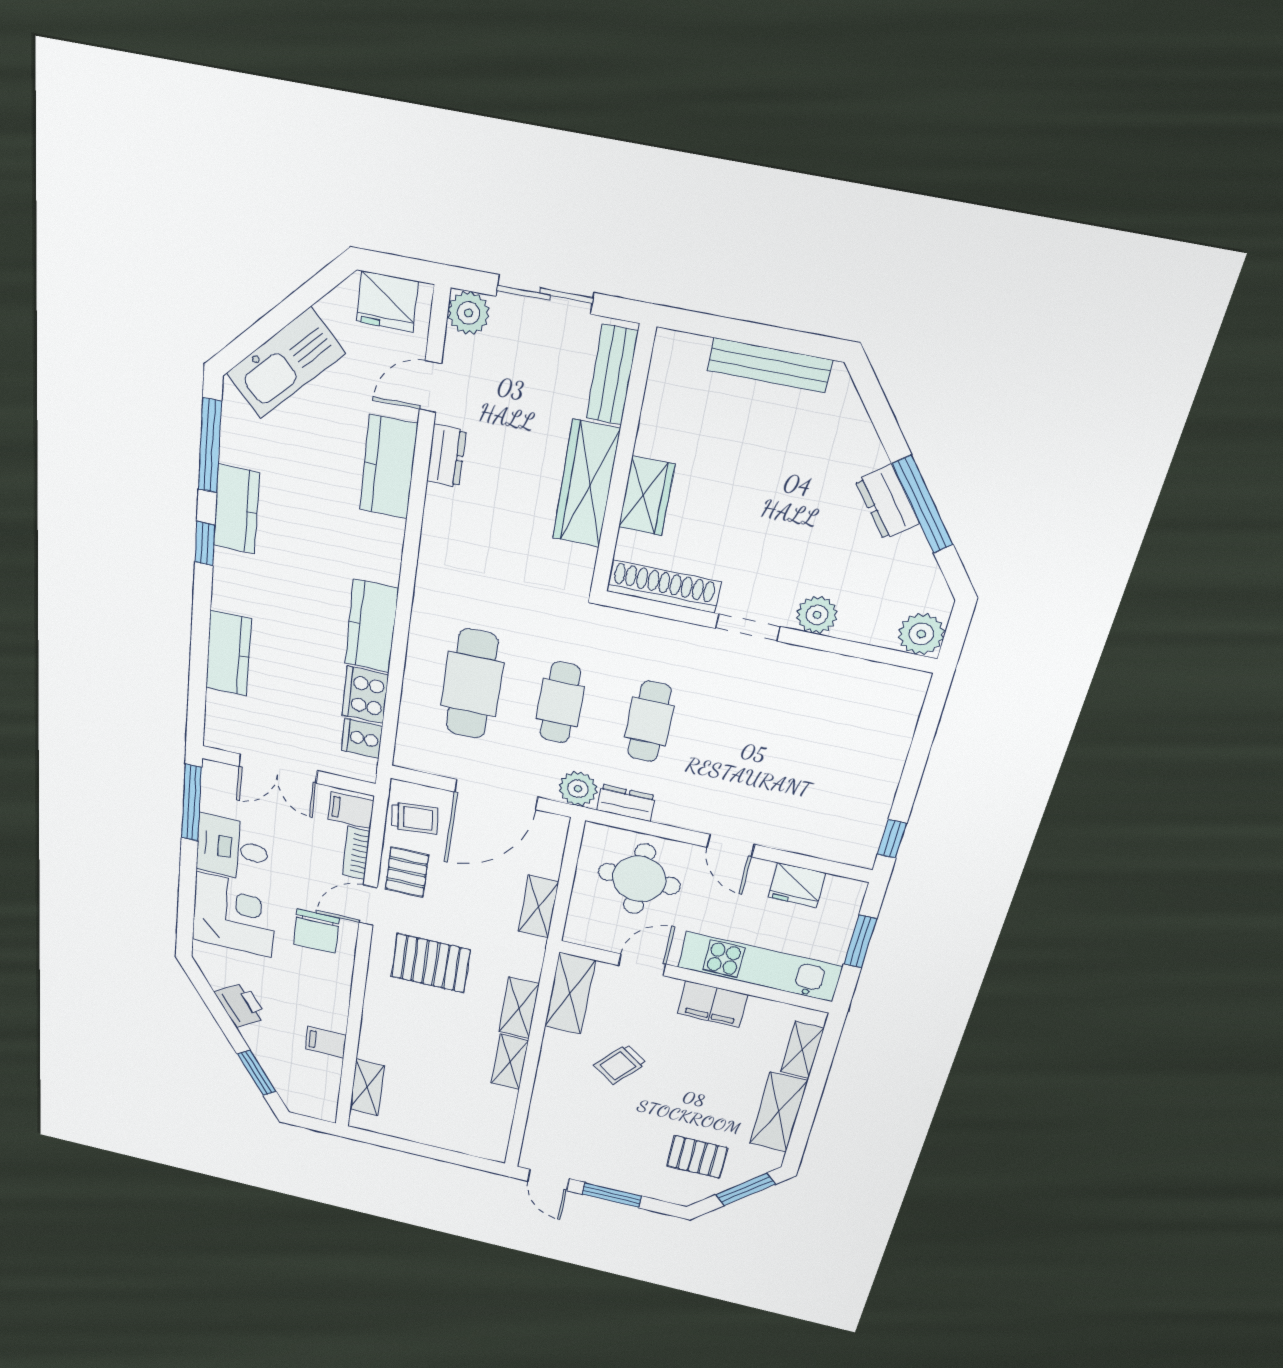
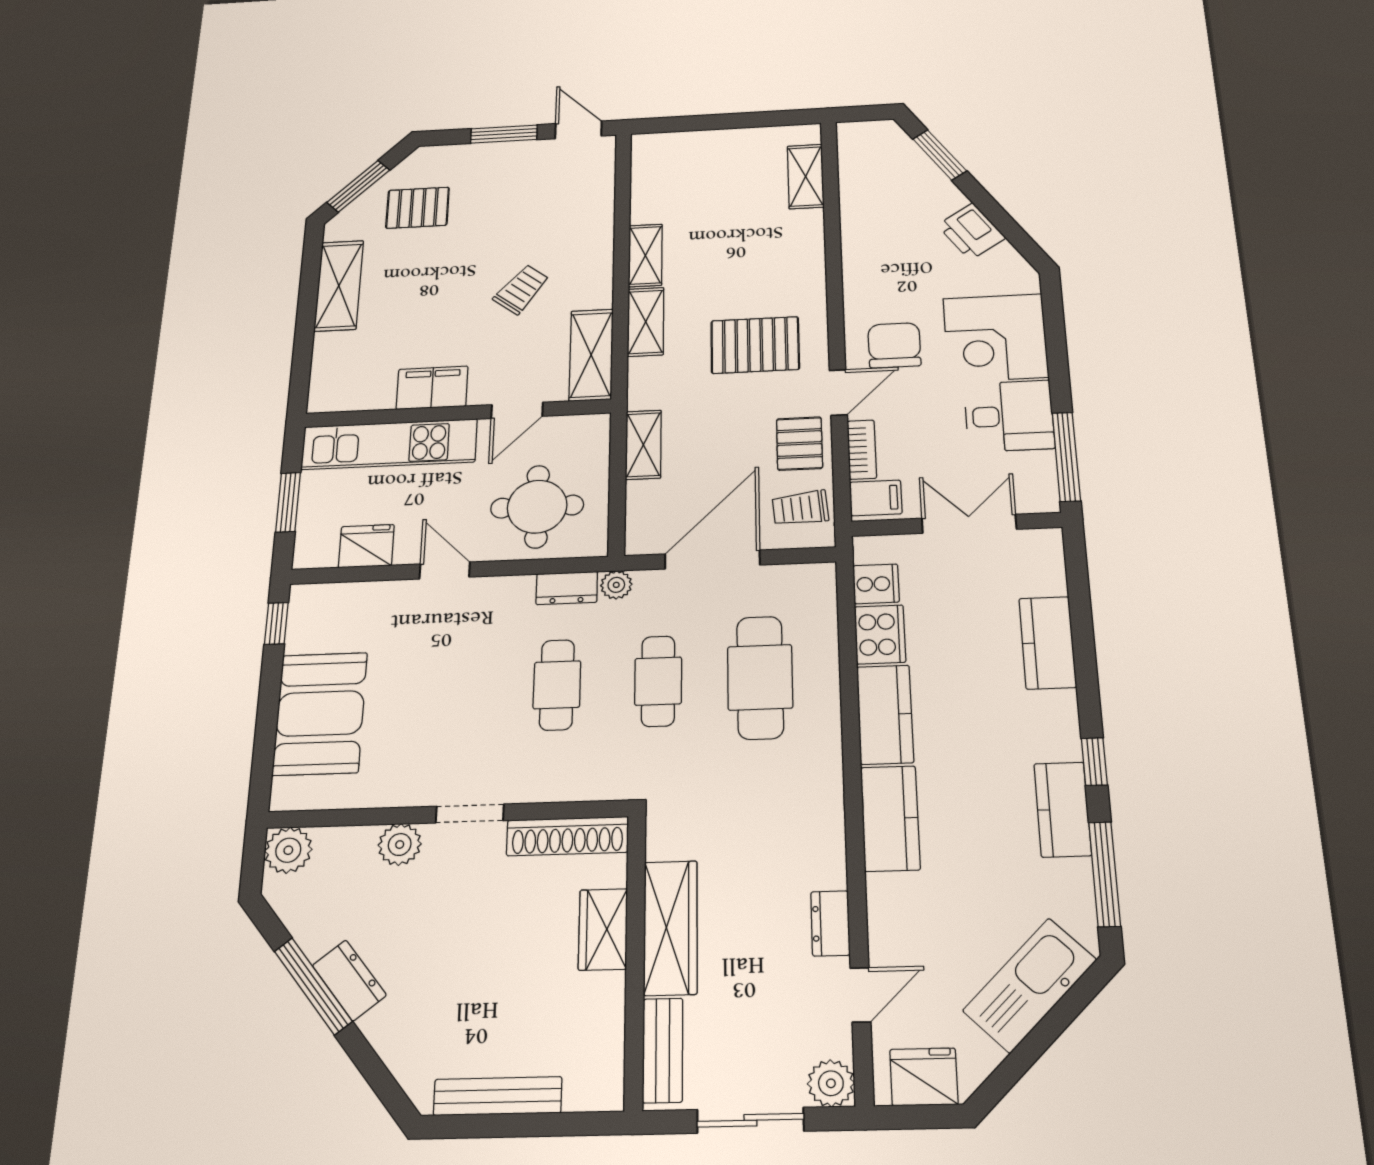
kitchen counter: (388, 467) -> (890, 818), moved
booth: (867, 749) -> (320, 714), added
plant: (578, 789) -> (616, 585), width x0.73, depth x0.73
filing cabinet: (326, 1042) -> (863, 216), removed
shelving: (802, 1050) -> (327, 364), removed

